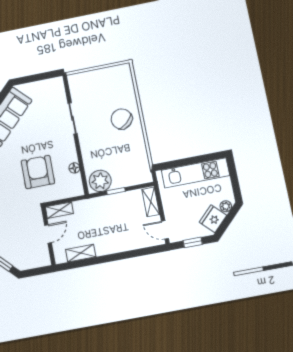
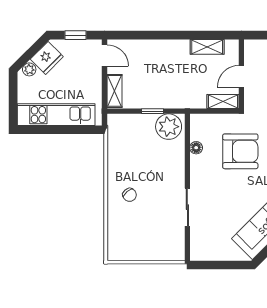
chair: (122, 119) -> (130, 195), width x0.54, depth x0.54
armchair: (38, 172) -> (240, 151), turned -90

